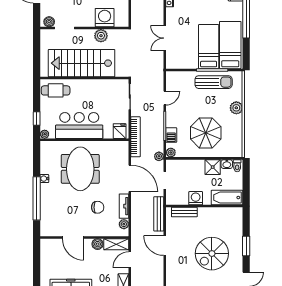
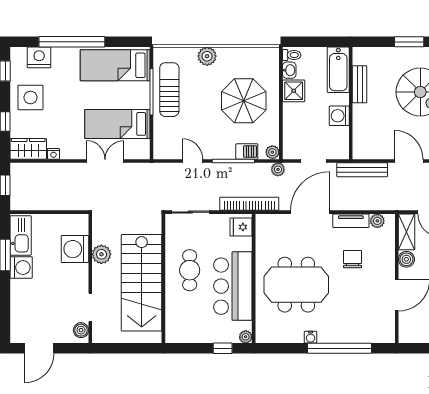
double door: (165, 38) -> (105, 161), swing flipped
bed: (209, 47) -> (117, 124), moved
cafe table: (56, 90) -> (190, 270), moved
bench: (184, 212) -> (360, 84), moved
door: (165, 246) -> (409, 161), swing flipped

